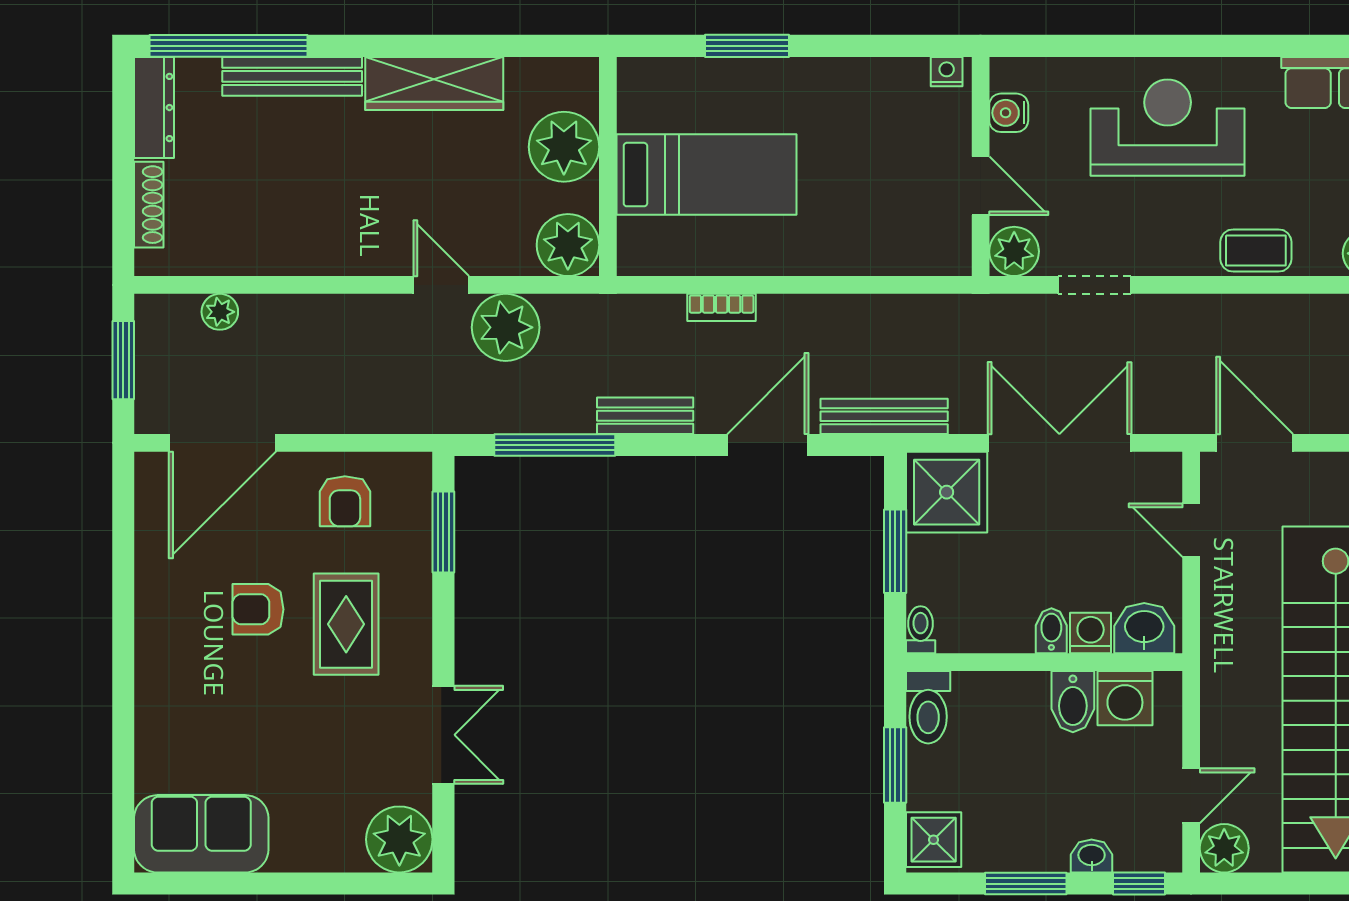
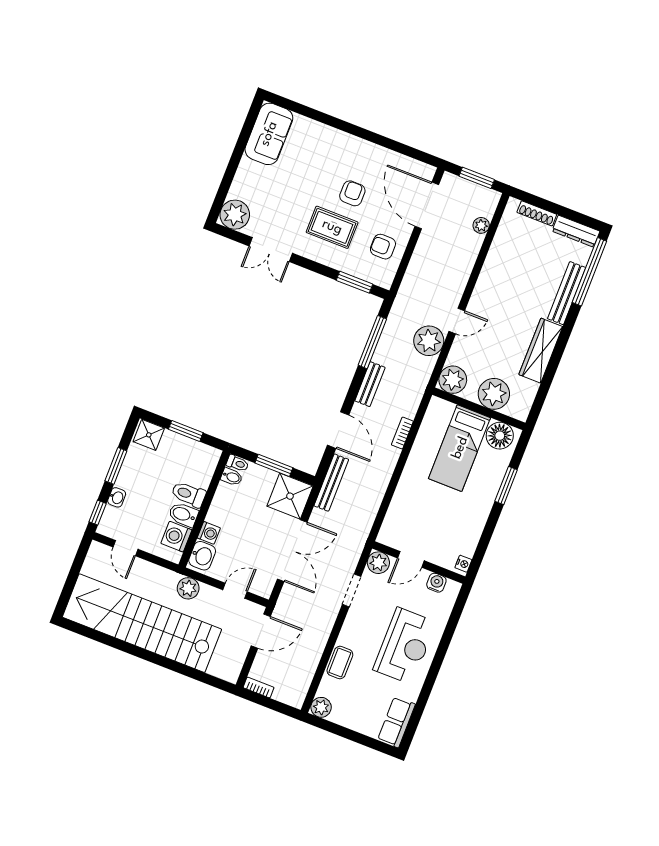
floor lamp: (647, 100) -> (500, 436), added
bidet: (1051, 631) -> (232, 477), moved
toilet: (928, 707) -> (189, 494), moved
plant: (1224, 848) -> (188, 588), moved

